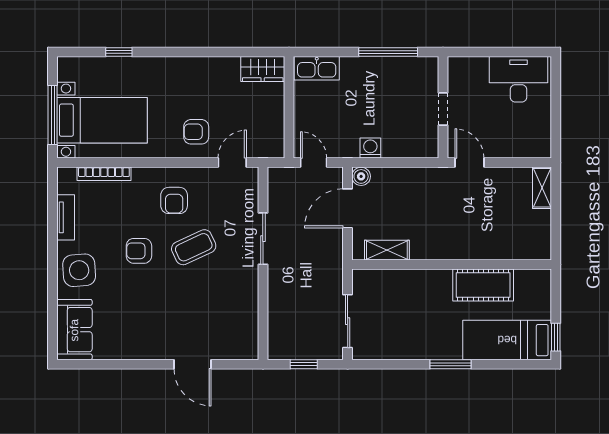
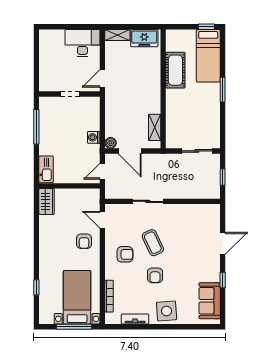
desk: (518, 79) -> (82, 43), moved, turned 90
freezer: (537, 233) -> (144, 38), added
sofa: (74, 330) -> (210, 301), moved, turned -90
window: (131, 364) -> (223, 280), added

